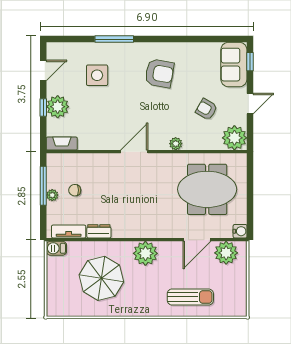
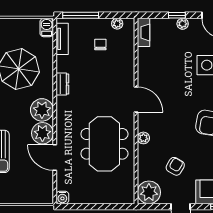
plant: (58, 107) -> (183, 24), width x0.53, depth x0.53
window: (43, 186) -> (81, 15), moved
meeting table: (207, 189) -> (104, 144), moved
plant: (52, 195) -> (117, 24), moved
dresser: (99, 231) -> (62, 84), moved
plant: (226, 253) -> (42, 133), moved

